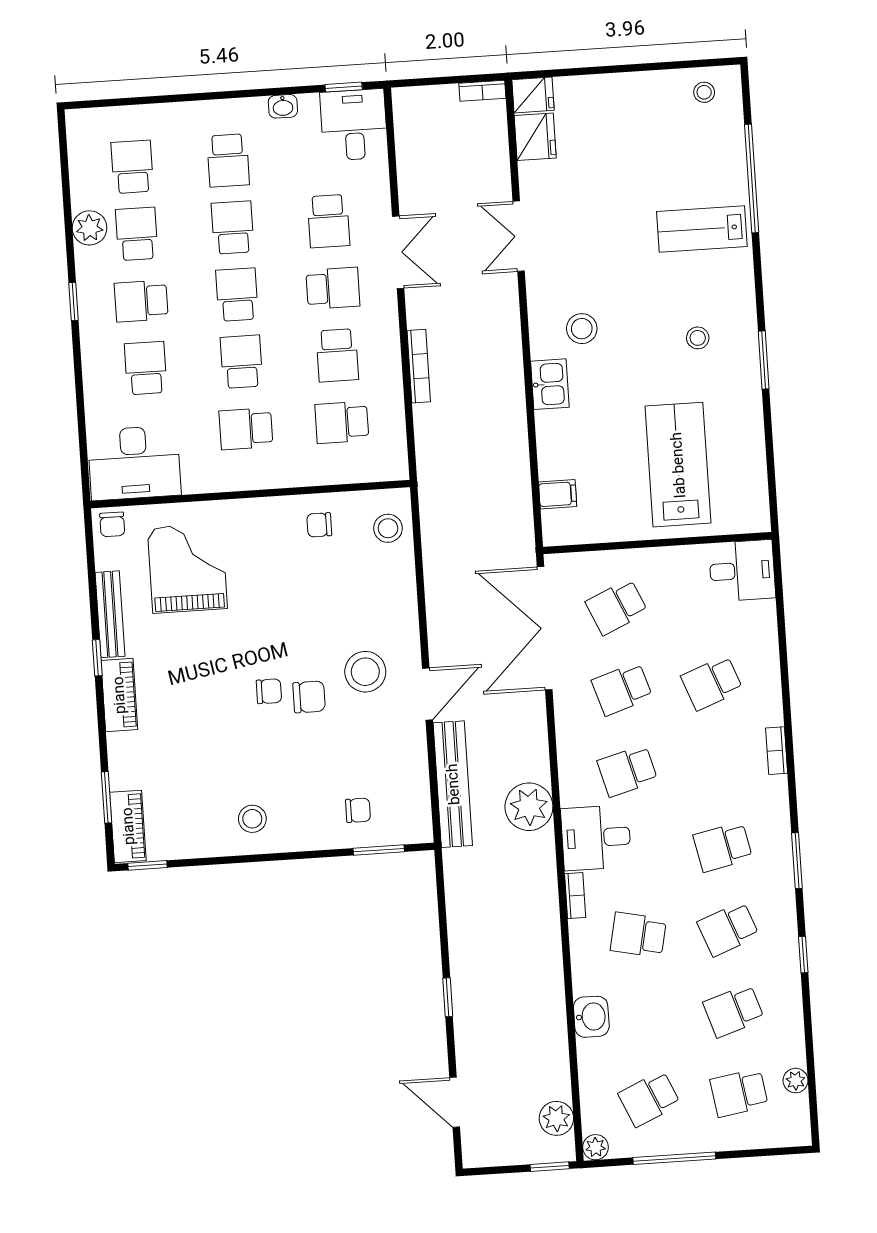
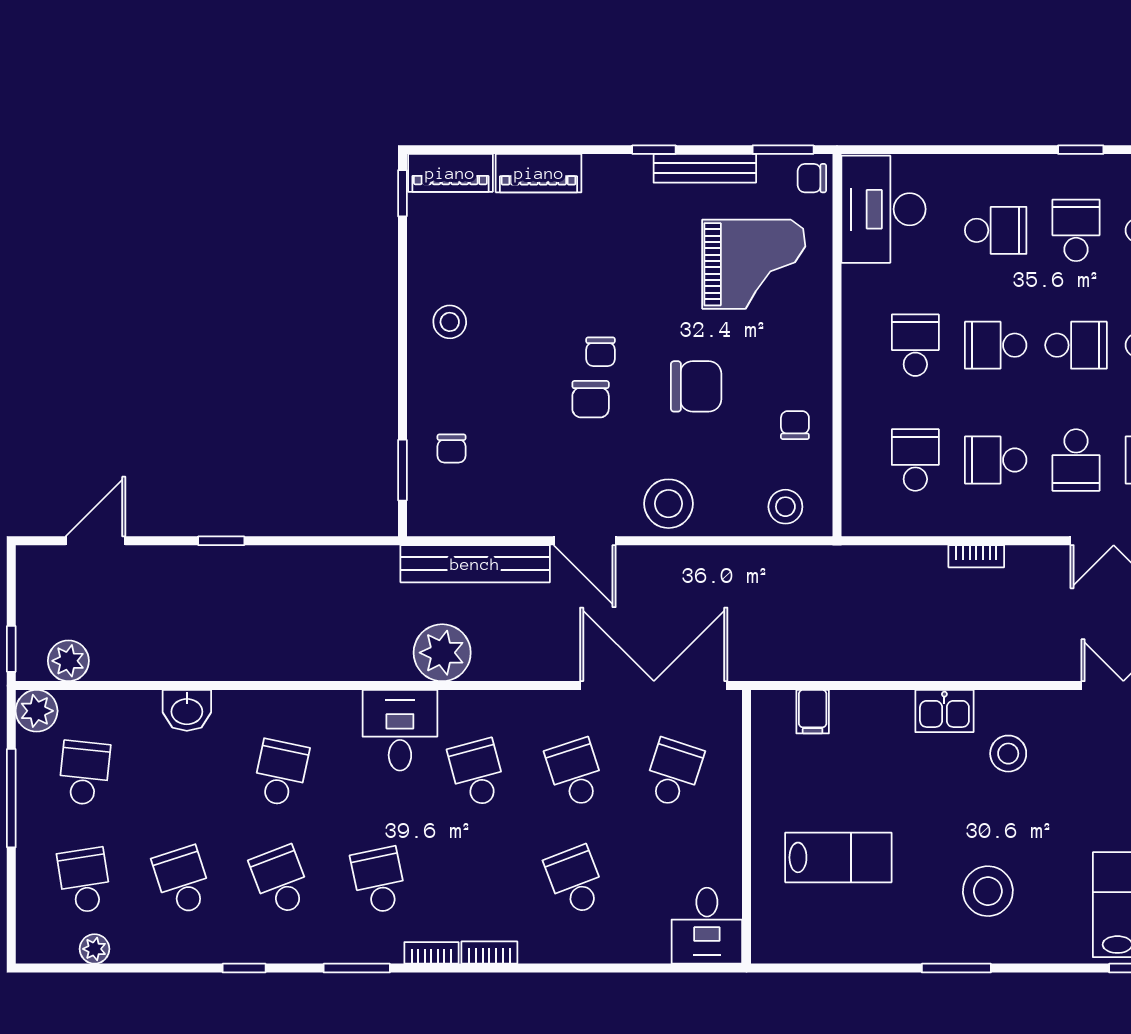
stool: (698, 338) -> (988, 891), width x1.89, depth x1.89
school desk: (241, 362) -> (996, 345), turned 180
bookcase: (419, 366) -> (976, 556), width x0.64
lab bench: (678, 465) -> (838, 857), width x0.73, depth x0.72
school desk: (617, 607) -> (673, 773), turned 42
chair: (293, 609) -> (696, 386), added
stool: (365, 672) -> (669, 504), moved
piano: (119, 695) -> (539, 173), moved
window: (106, 797) -> (783, 150), moved
bookcase: (575, 896) -> (431, 953), moved, turned 180
school desk: (649, 1099) -> (84, 773), turned 30
plant: (596, 1147) -> (37, 711), width x1.38, depth x1.38

